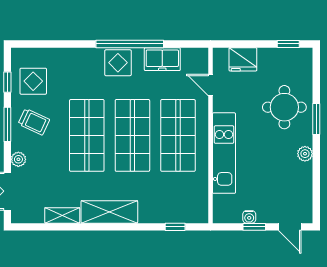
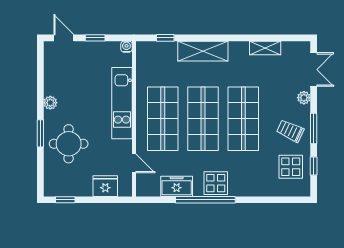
shelving: (109, 212) -> (203, 51), moved
water cooler: (249, 217) -> (126, 47), moved

